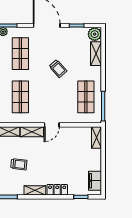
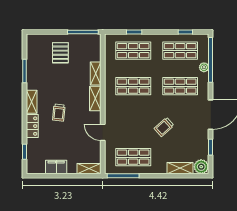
door: (52, 125) -> (103, 132), moved
trolley: (19, 164) -> (59, 113), moved
filing cabinet: (95, 181) -> (56, 167), moved

